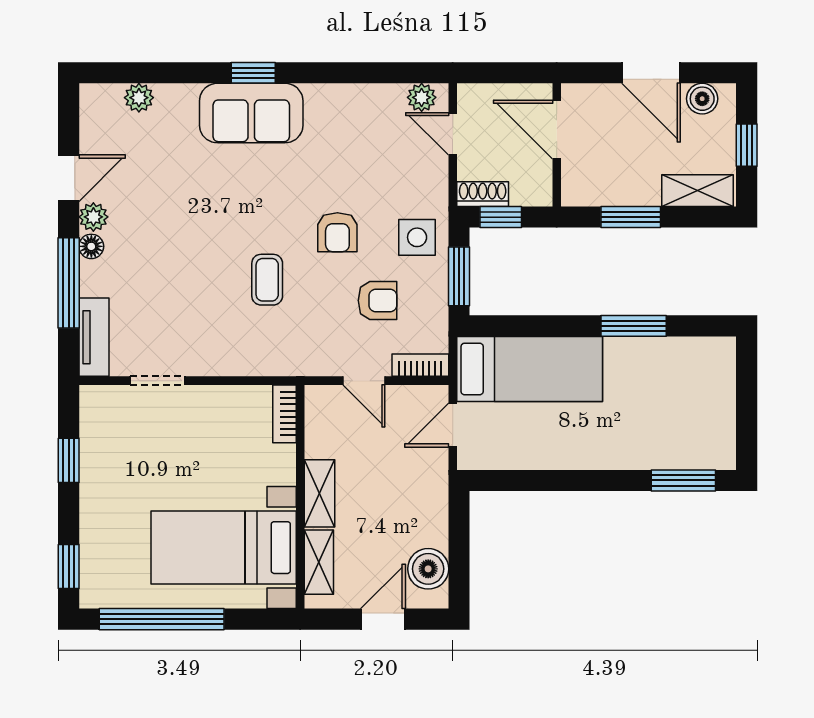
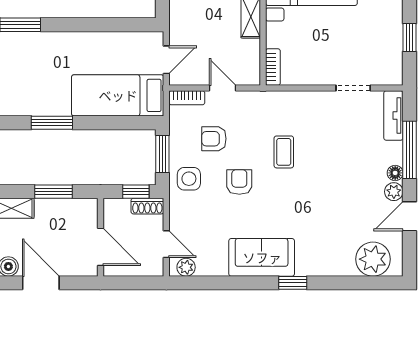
plant: (139, 98) -> (373, 259), width x1.87, depth x1.87
sofa: (251, 113) -> (262, 257), moved

